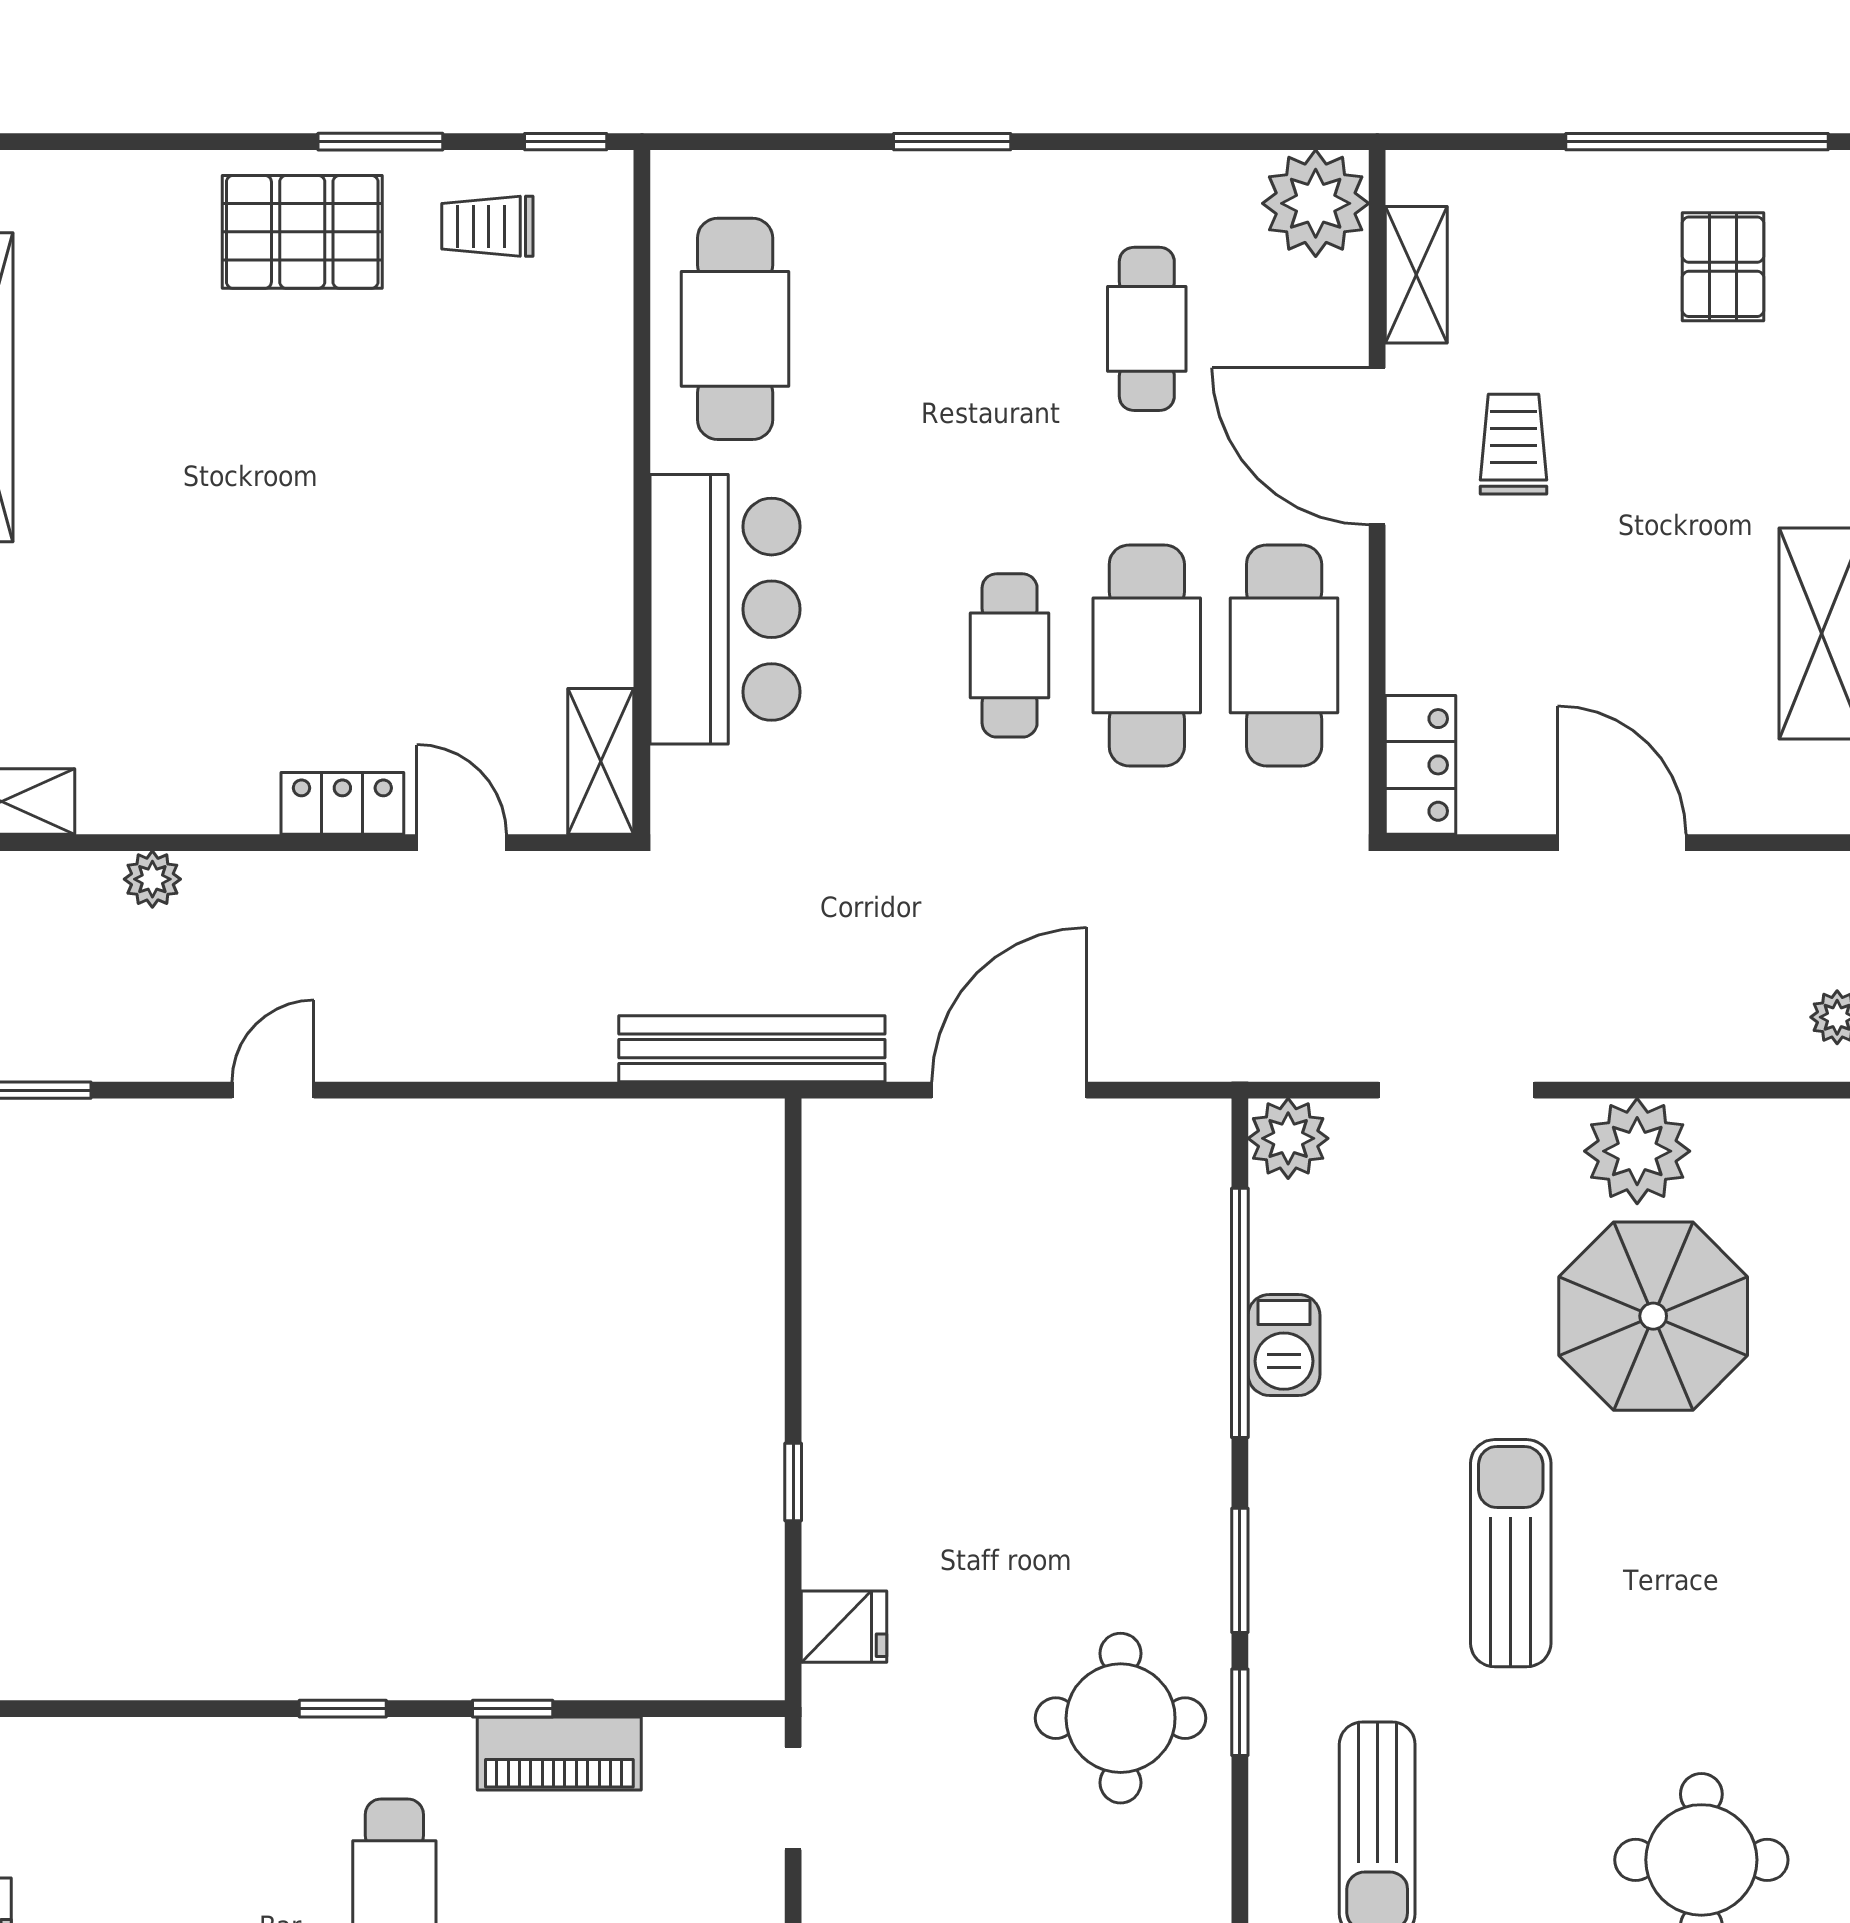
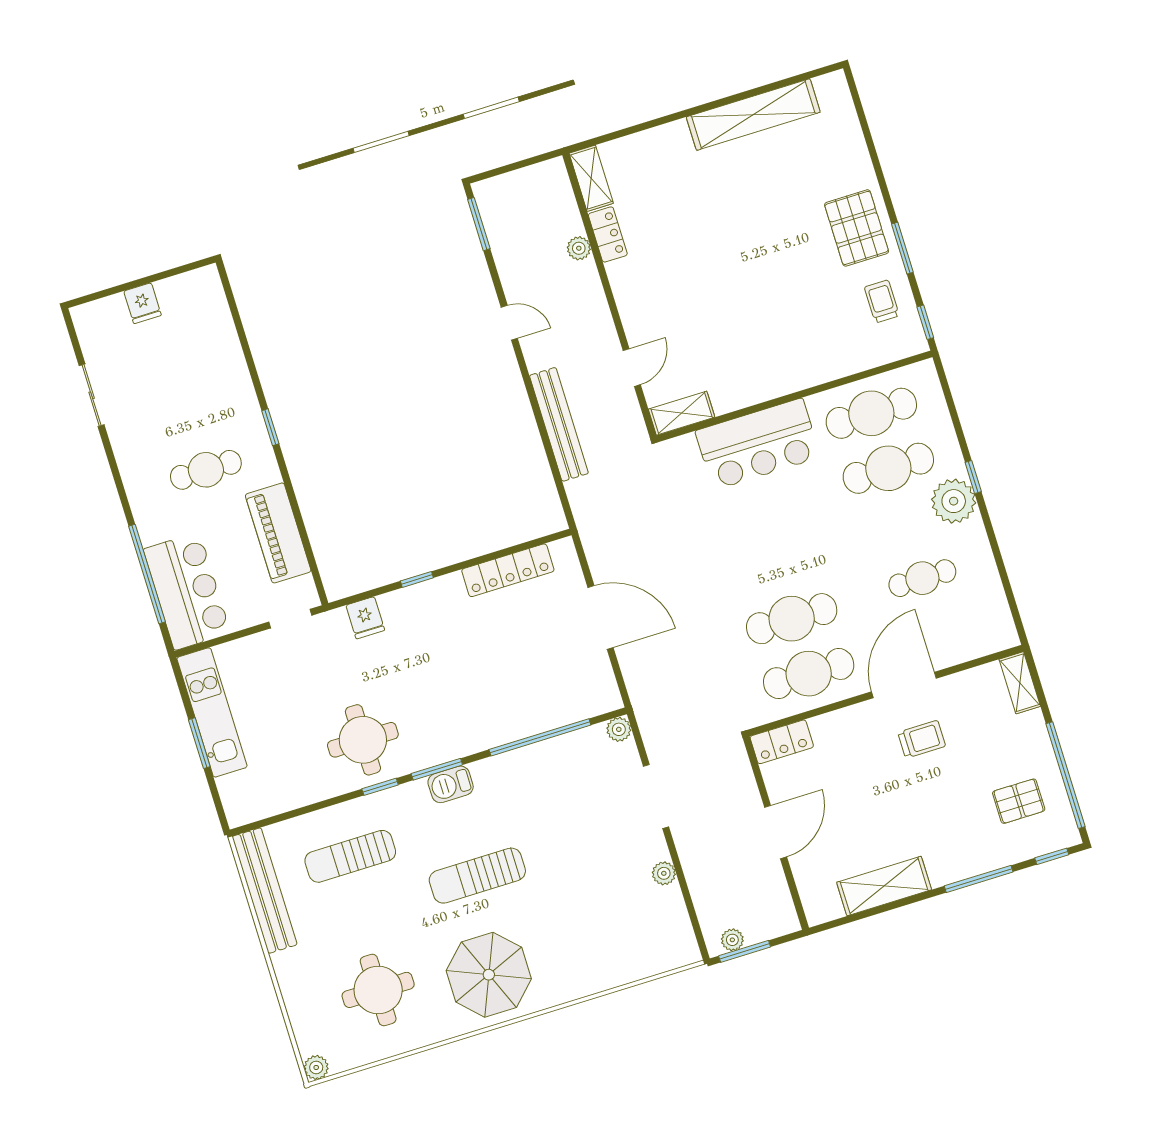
window: (952, 142) -> (973, 477), width x0.67
plant: (1316, 203) -> (954, 501), moved
shelving: (1416, 275) -> (1020, 683), moved, turned 90
cafe table: (1010, 655) -> (888, 468), moved, width x1.37, depth x1.35
locker: (342, 803) -> (608, 234), moved
bench: (752, 1049) -> (559, 424), moved
plant: (1288, 1138) -> (619, 729), width x0.73, depth x0.73
plant: (1637, 1151) -> (664, 873), width x0.53, depth x0.53
locker: (836, 1268) -> (508, 570), added
parasol: (1653, 1316) -> (489, 975), moved
barbecue: (1284, 1345) -> (451, 784), moved
sun lounger: (1511, 1553) -> (477, 876), turned 180
window: (513, 1709) -> (291, 495), removed
piano: (559, 1753) -> (278, 533), width x1.37, depth x1.33

